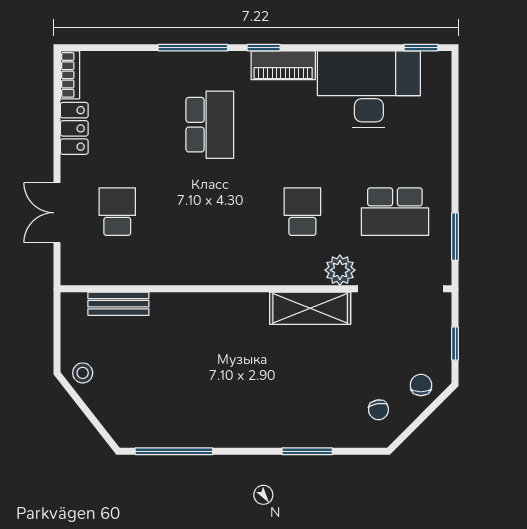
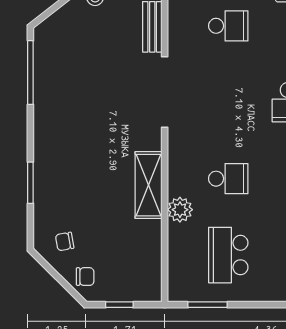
doorway: (400, 289) -> (165, 92), moved

